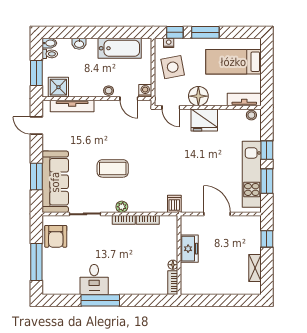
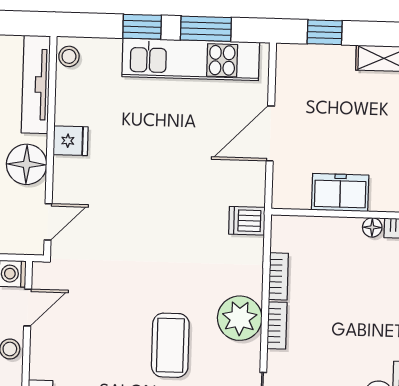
tv unit: (244, 99) -> (36, 84), width x1.41
fridge: (204, 120) -> (71, 141), width x0.53, depth x0.75
plant: (122, 207) -> (240, 318), width x1.87, depth x1.87

